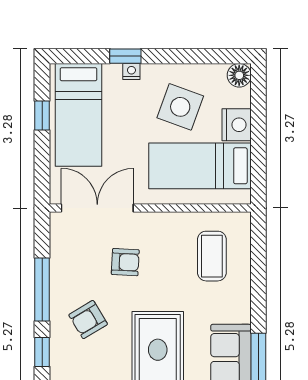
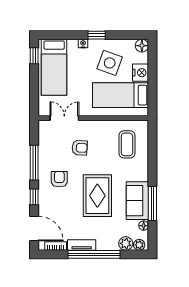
window: (125, 56) -> (97, 35), moved
window: (42, 115) -> (34, 56), moved
double door: (97, 208) -> (64, 118), width x0.73
armchair: (88, 320) -> (59, 179), turned 121

